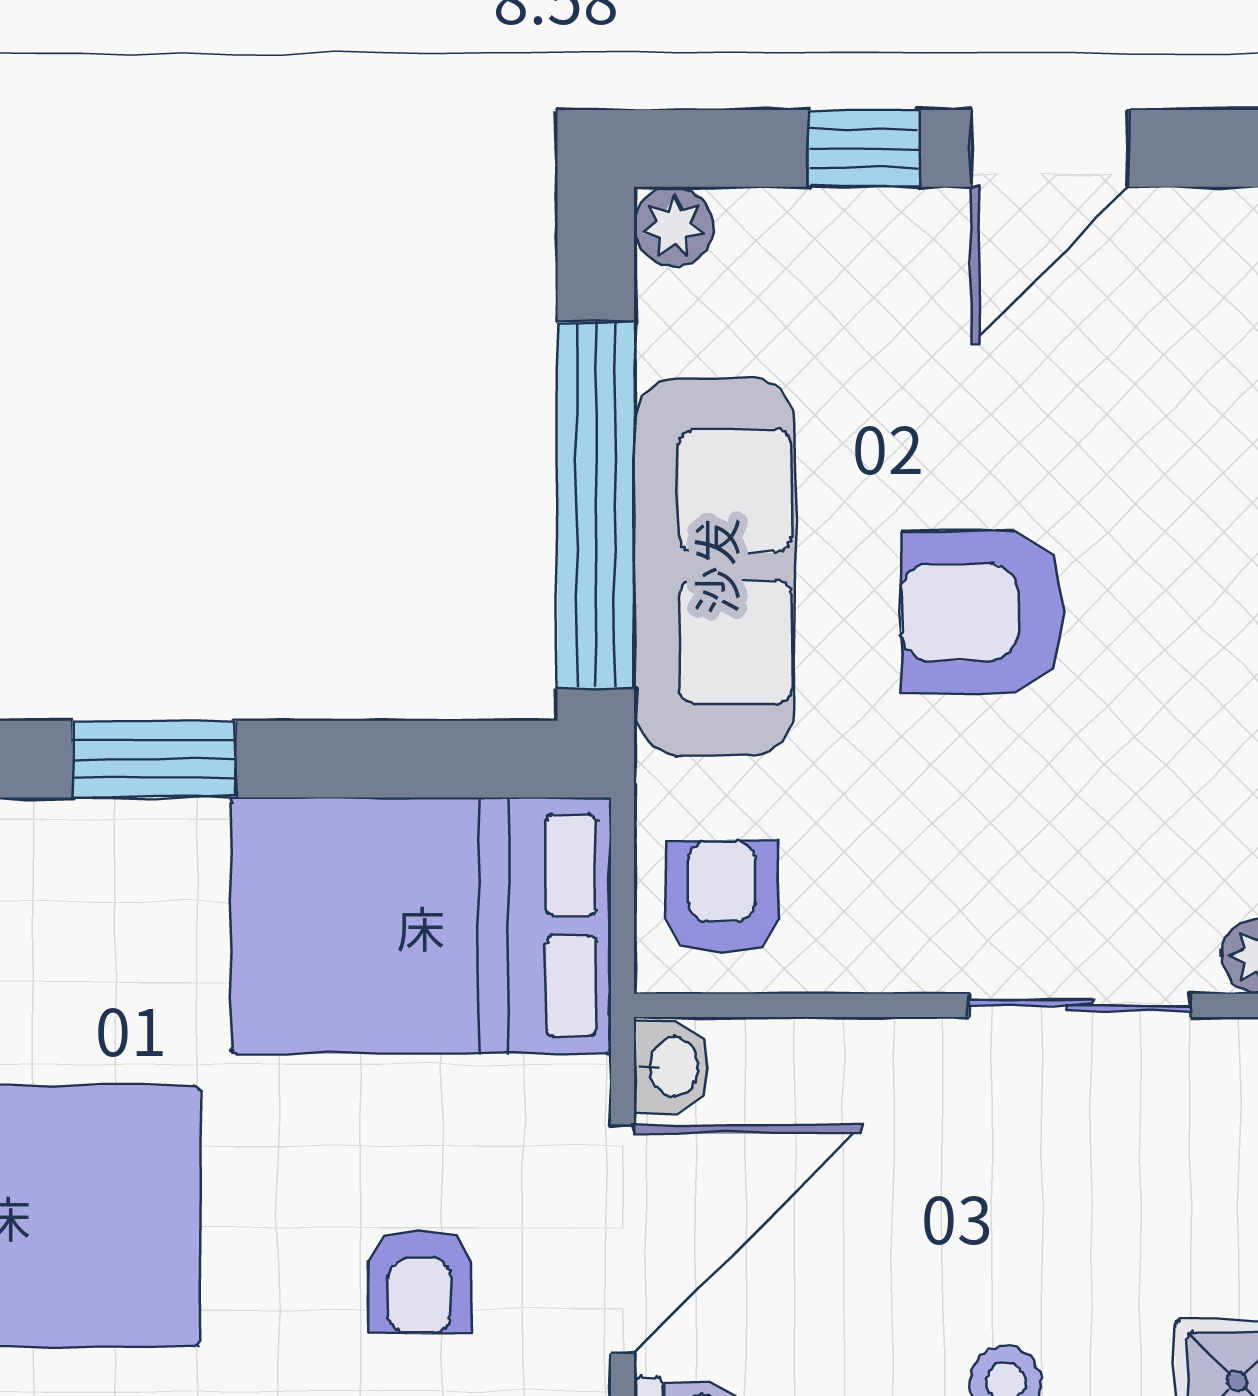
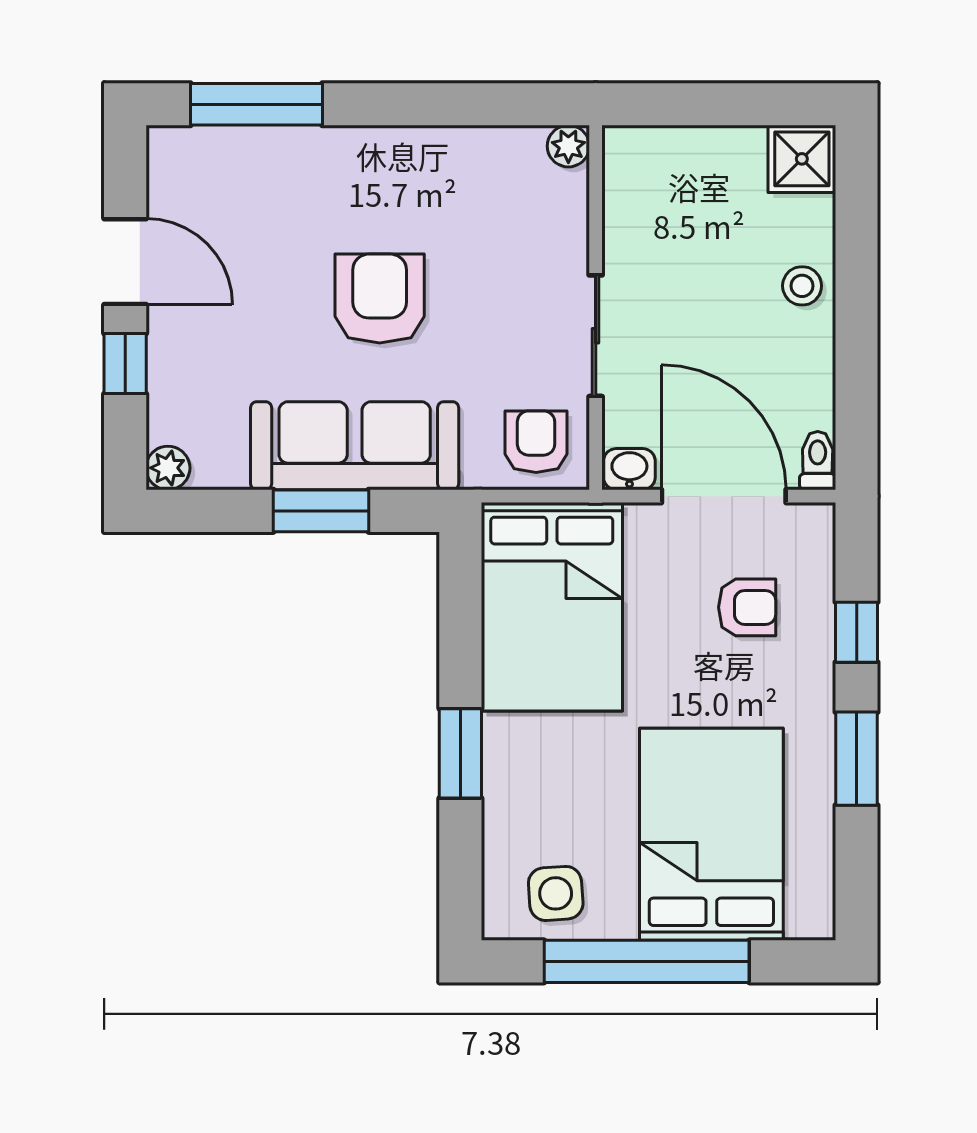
window: (596, 505) -> (321, 511), width x0.47
armchair: (982, 612) -> (380, 299), turned 180
armchair: (722, 897) -> (536, 442), turned 90
sliding door: (1080, 1005) -> (596, 336), moved

